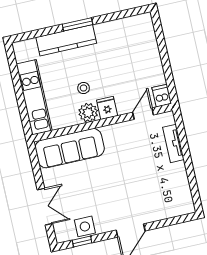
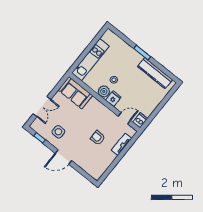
kitchen counter: (66, 40) -> (155, 73), moved
sofa: (70, 148) -> (75, 93), width x0.73
armchair: (141, 167) -> (98, 138), added
side table: (85, 226) -> (58, 132), moved

